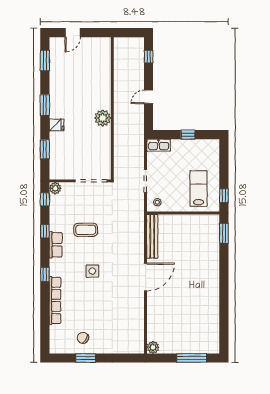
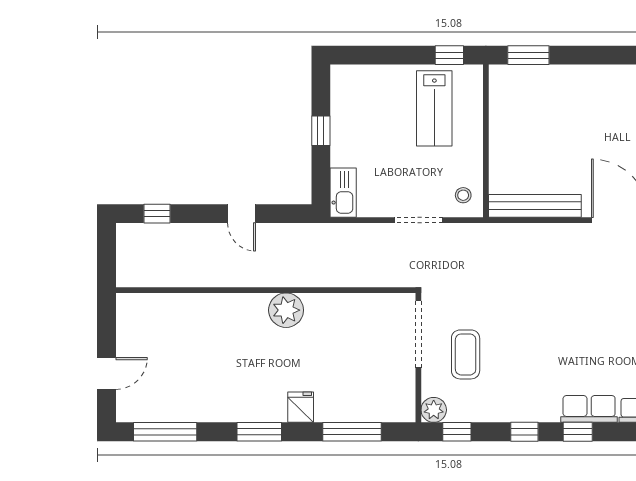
door: (73, 33) -> (106, 373), hinge flipped
window: (45, 61) -> (165, 432), width x1.44
window: (45, 149) -> (352, 432), width x1.44
lab bench: (199, 189) -> (434, 108), turned -90
coffee table: (86, 230) -> (466, 354), moved
row of seats: (56, 245) -> (589, 409), moved
side table: (92, 271) -> (608, 332), removed
window: (45, 274) -> (578, 432), moved

